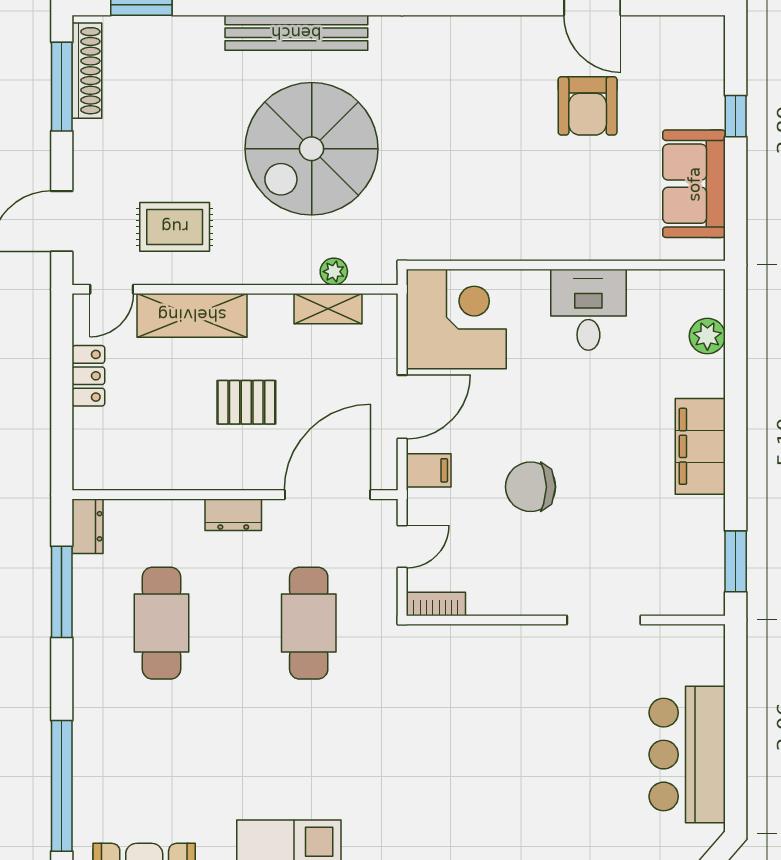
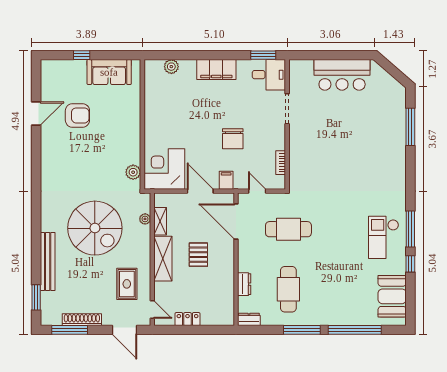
bench: (296, 33) -> (48, 262), moved
shoe rack: (87, 71) -> (82, 320), moved
plant: (449, 242) -> (133, 172), added
desk: (588, 310) -> (269, 75), moved, turned 180
shelving: (192, 315) -> (163, 259), moved
dresser: (233, 515) -> (244, 284), moved
window: (62, 592) -> (302, 330), moved
bookcase: (436, 604) -> (281, 163), moved
cafe table: (161, 623) -> (288, 289), turned 90

